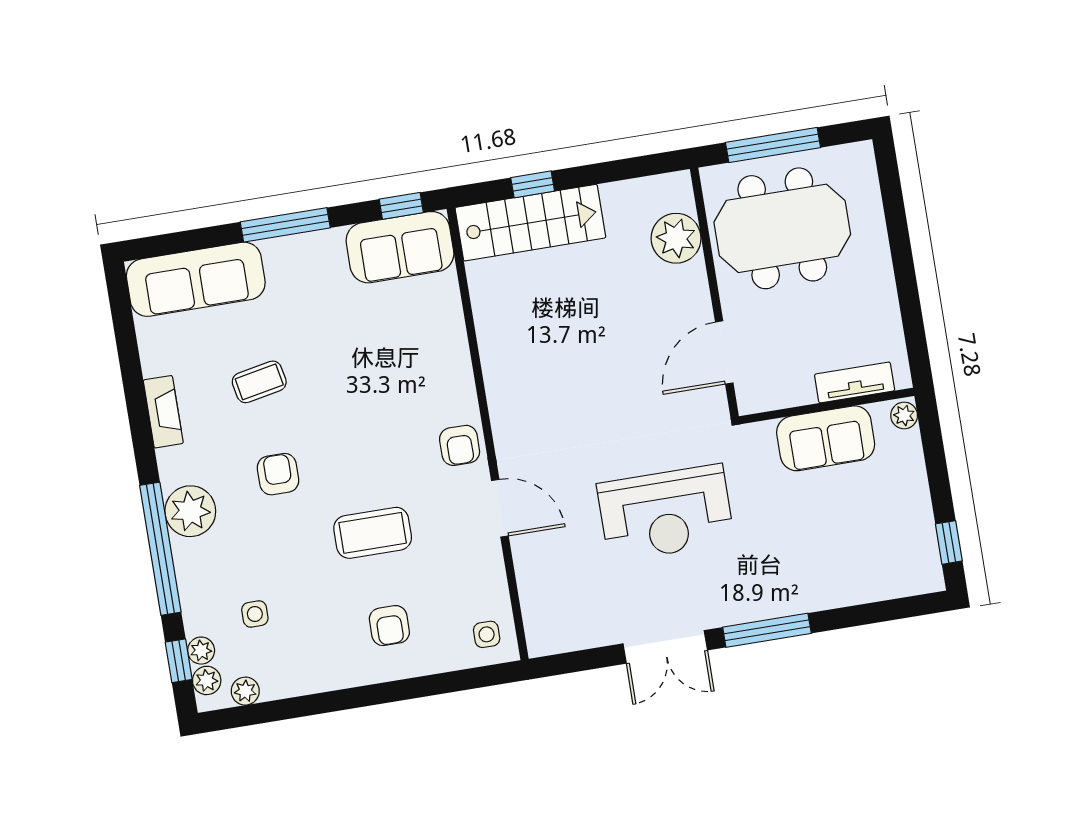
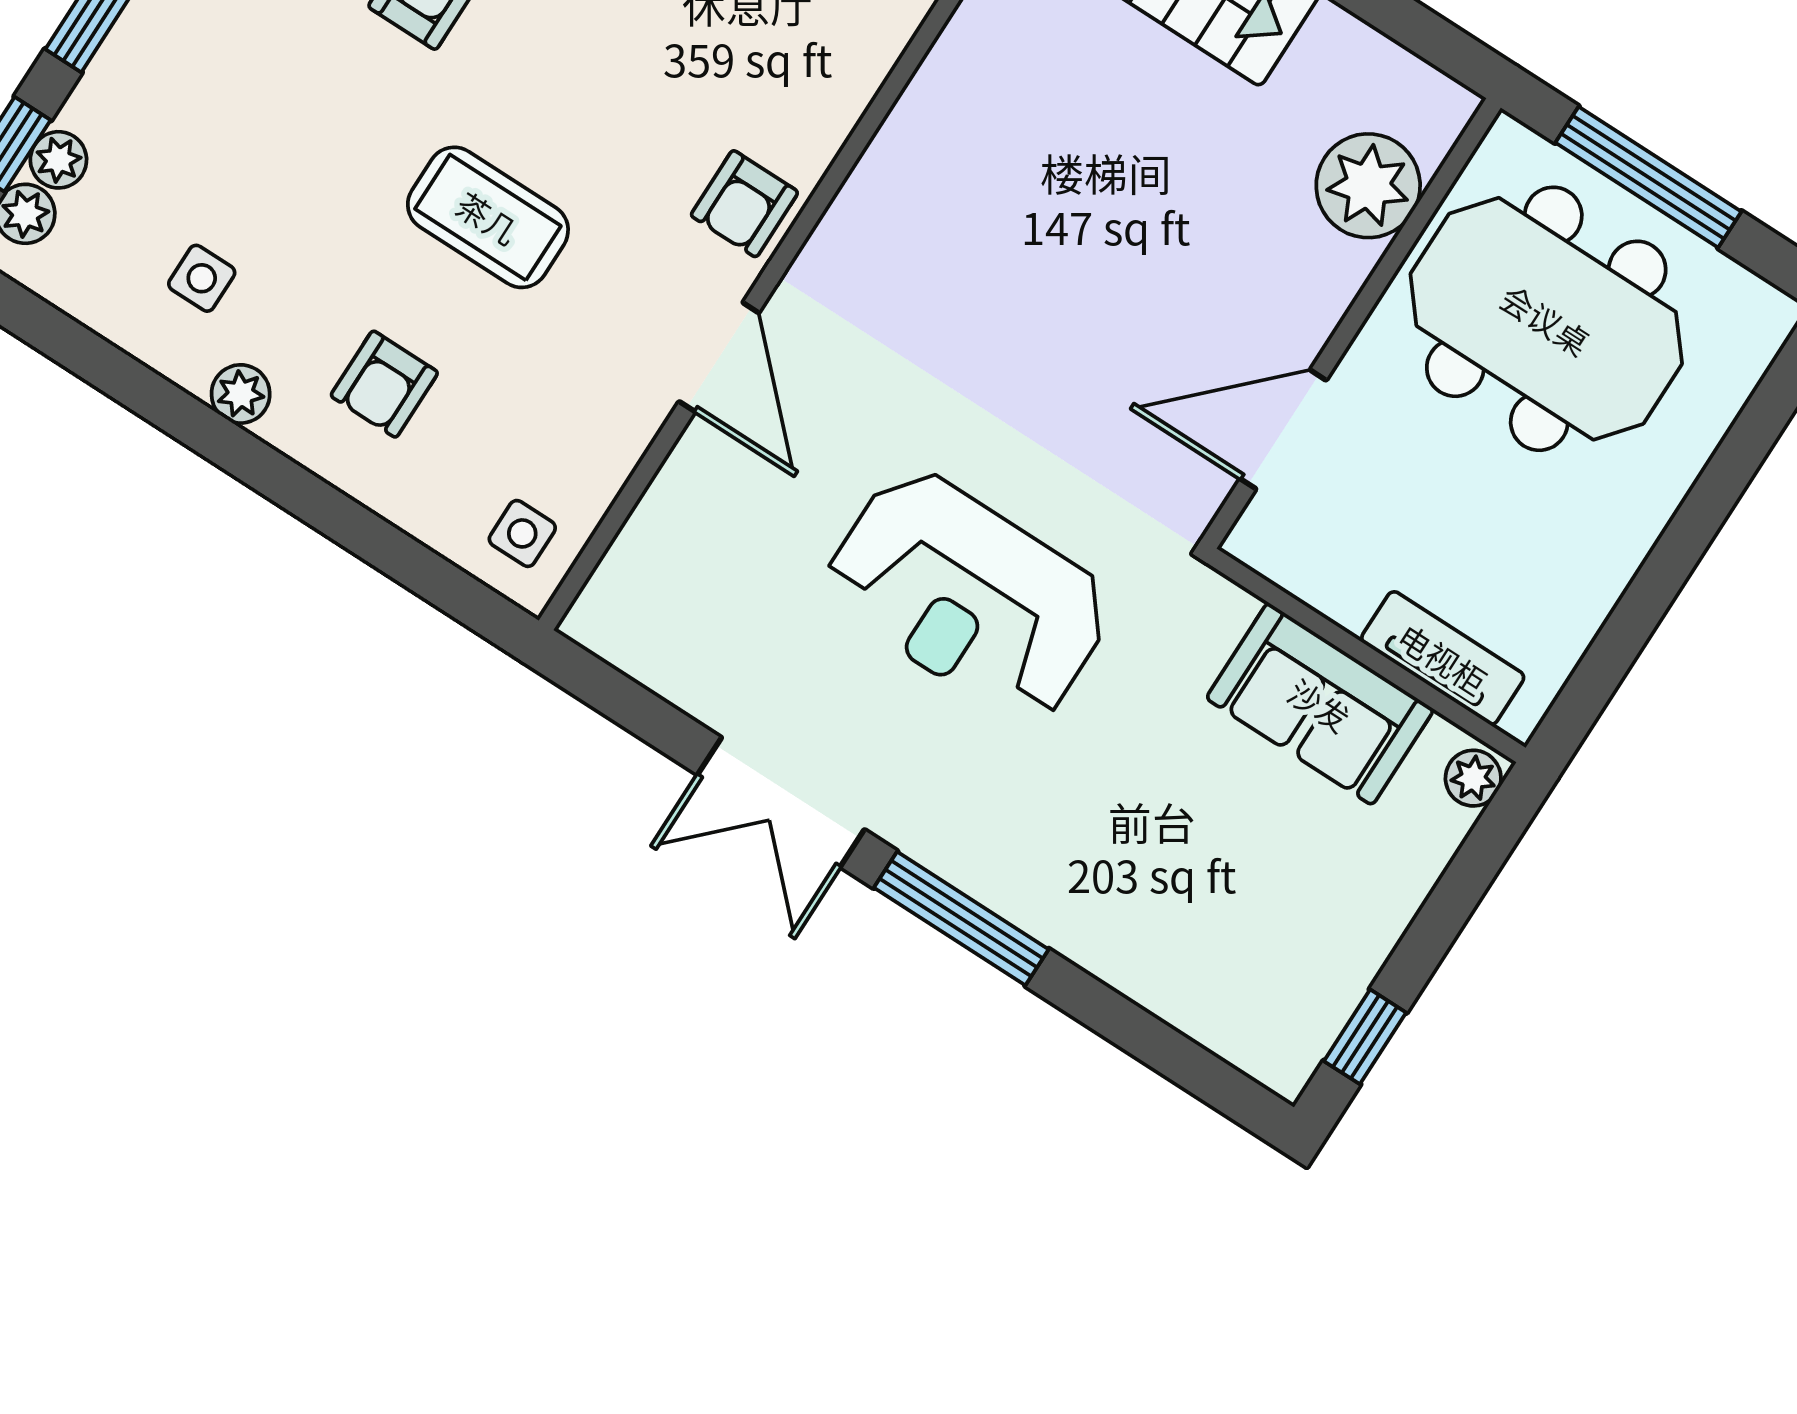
side table: (255, 614) -> (202, 278), moved
plant: (245, 691) -> (241, 394), moved

